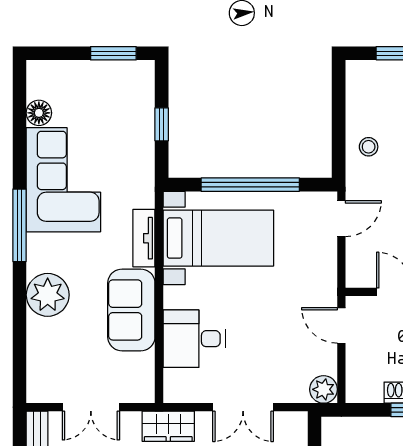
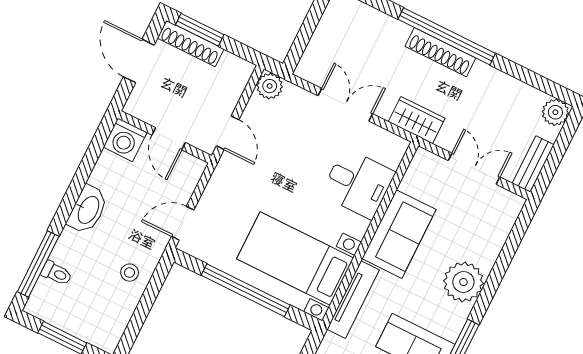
tv unit: (144, 238) -> (353, 300), width x1.41

